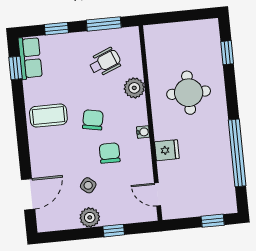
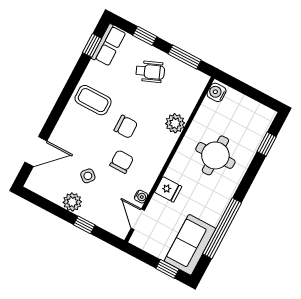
water cooler: (153, 36) -> (216, 92), added
wheelchair: (105, 62) -> (150, 72), moved
chair: (93, 120) -> (126, 127), turned 79
water cooler: (143, 132) -> (141, 197), moved
sofa: (219, 186) -> (190, 245), added

